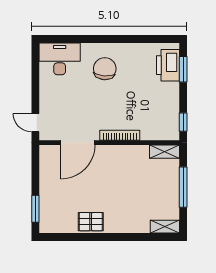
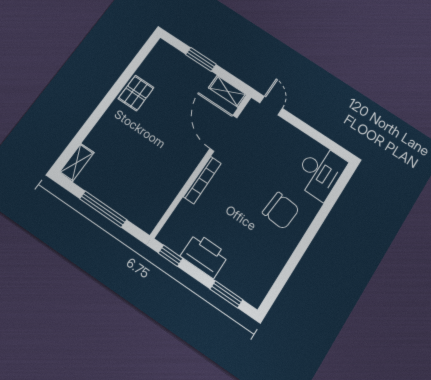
printer: (168, 65) -> (205, 255), moved
door: (35, 123) -> (271, 106), hinge flipped
shelving: (164, 152) -> (228, 91), moved, turned 90
window: (35, 209) -> (201, 59), moved

